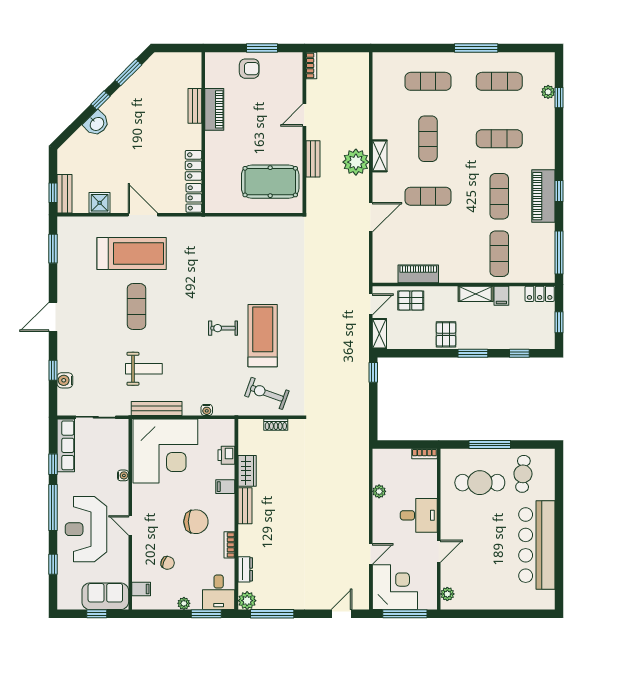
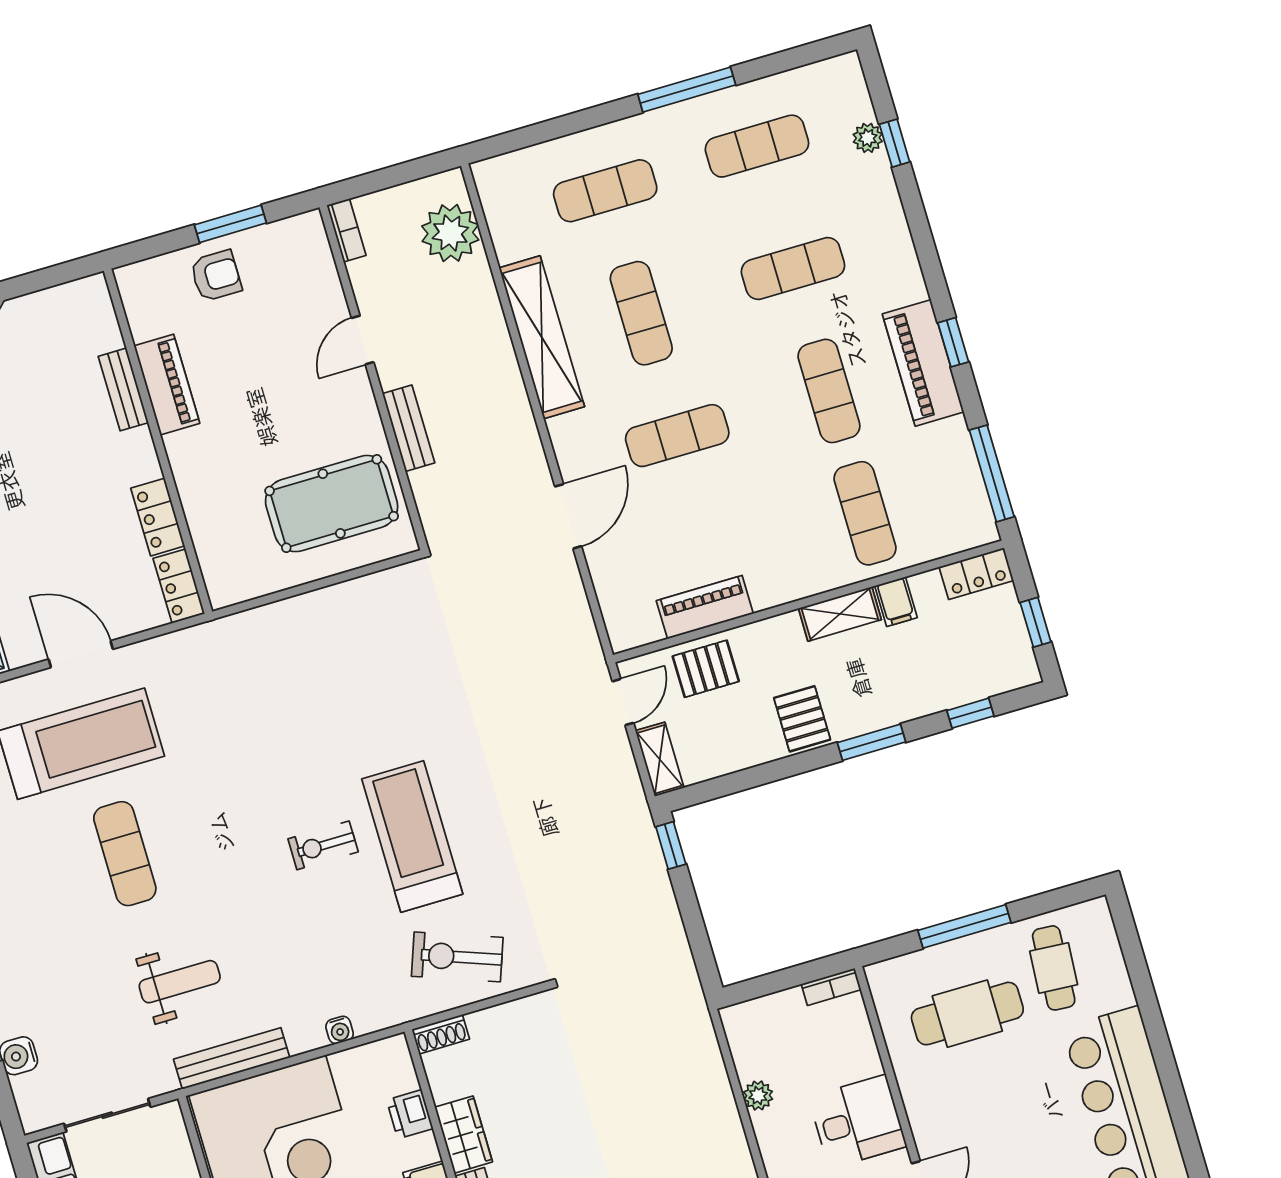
shelving: (380, 156) -> (542, 337), width x2.20, depth x1.33
plant: (356, 162) -> (450, 233), moved
shoe rack: (276, 425) -> (441, 1034), moved

